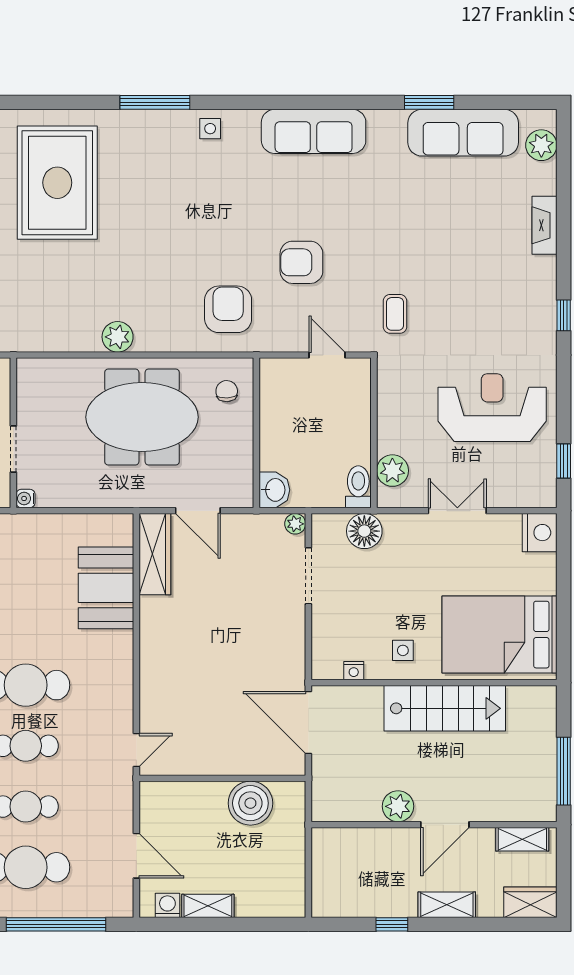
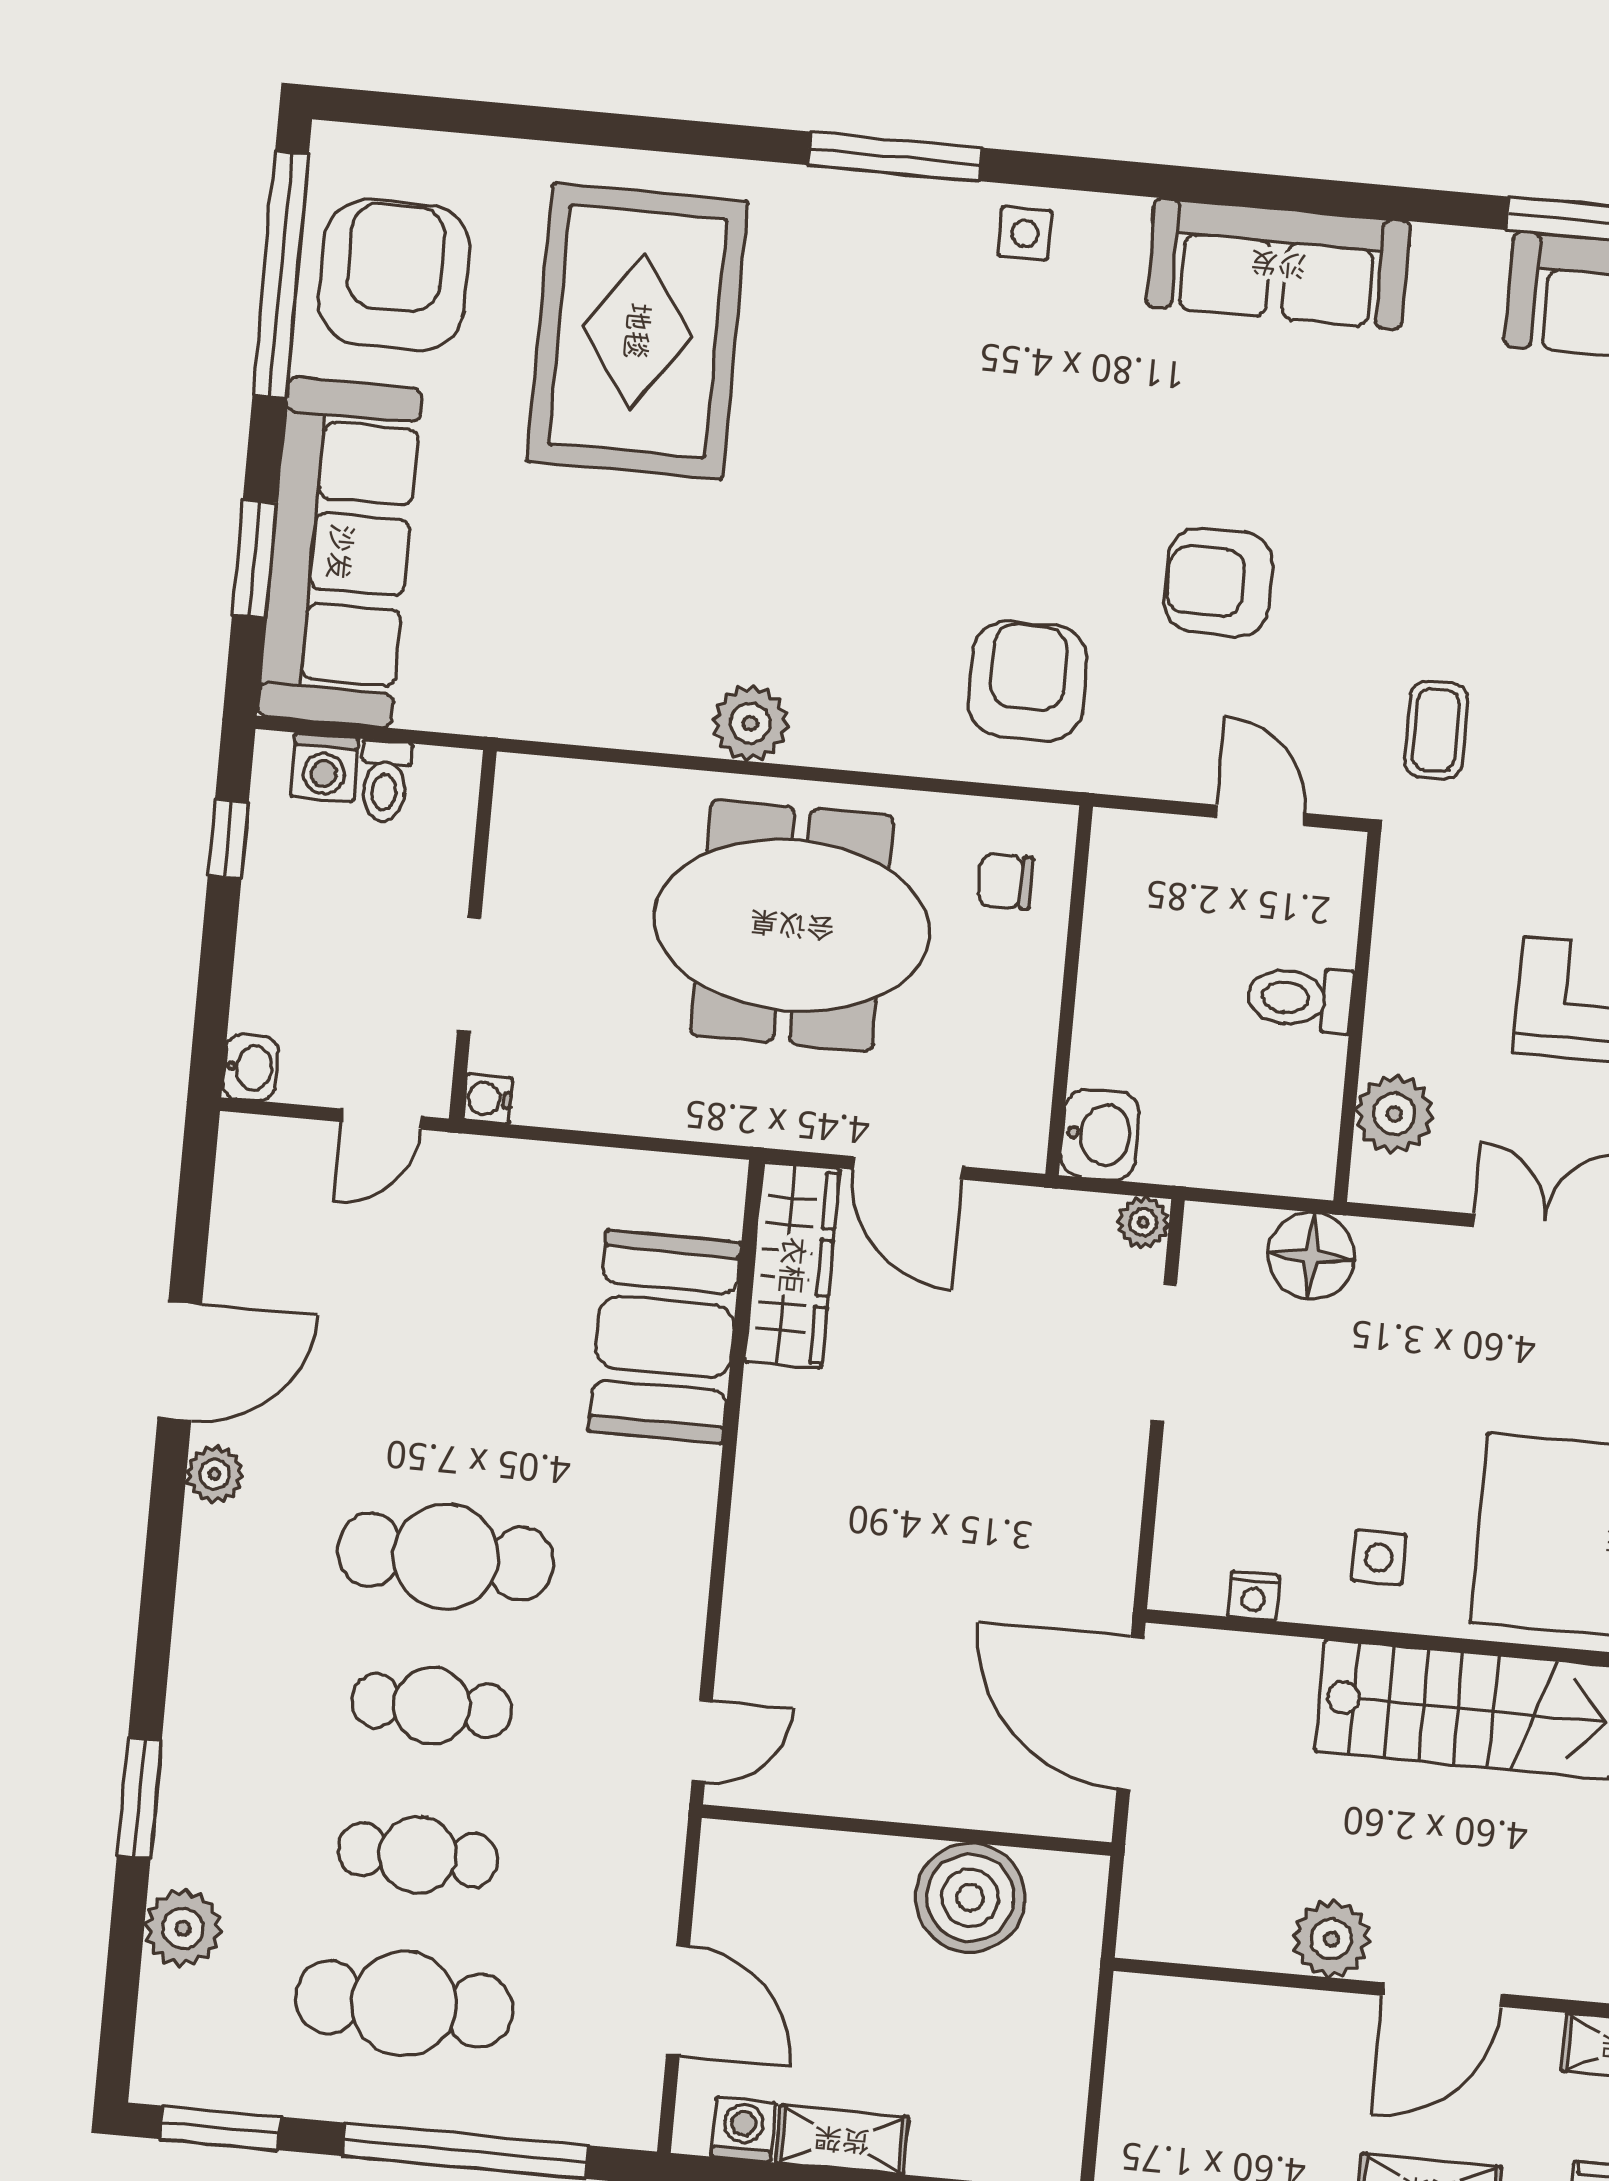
chair: (227, 391) -> (1006, 881), turned -87
toilet: (358, 487) -> (1300, 998), moved, turned -90

